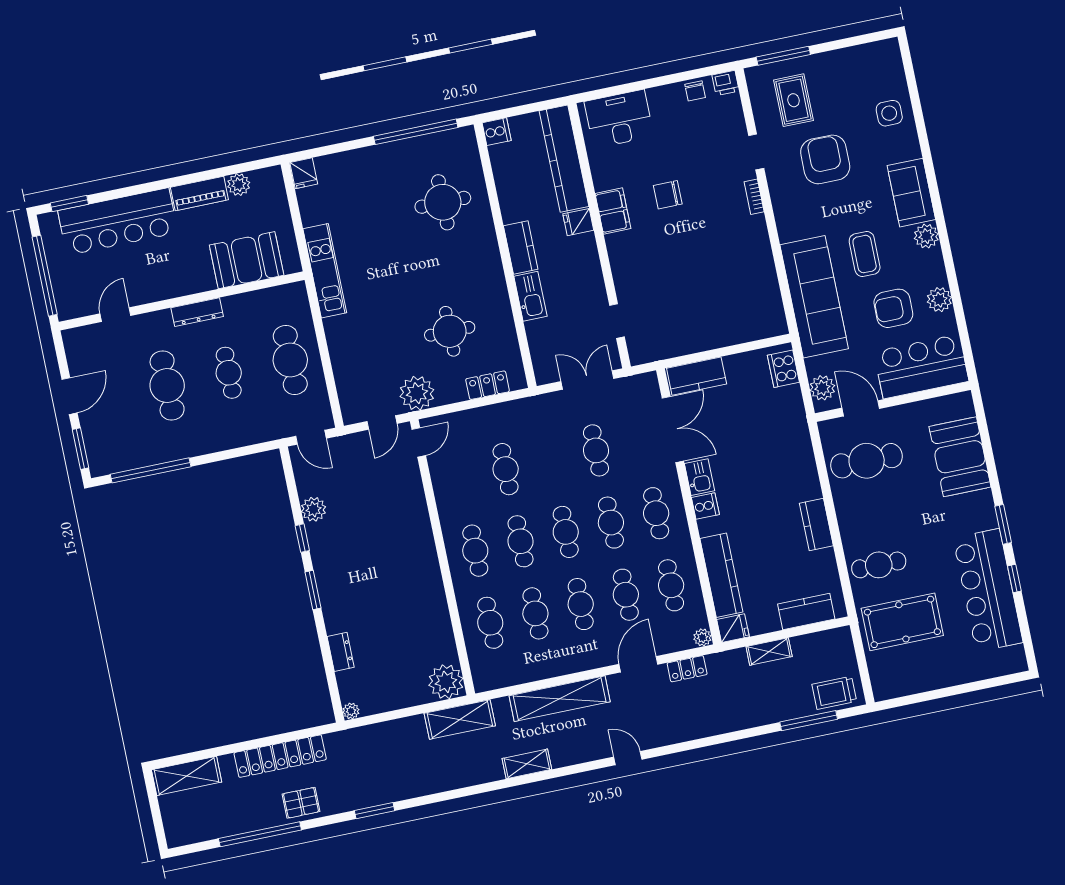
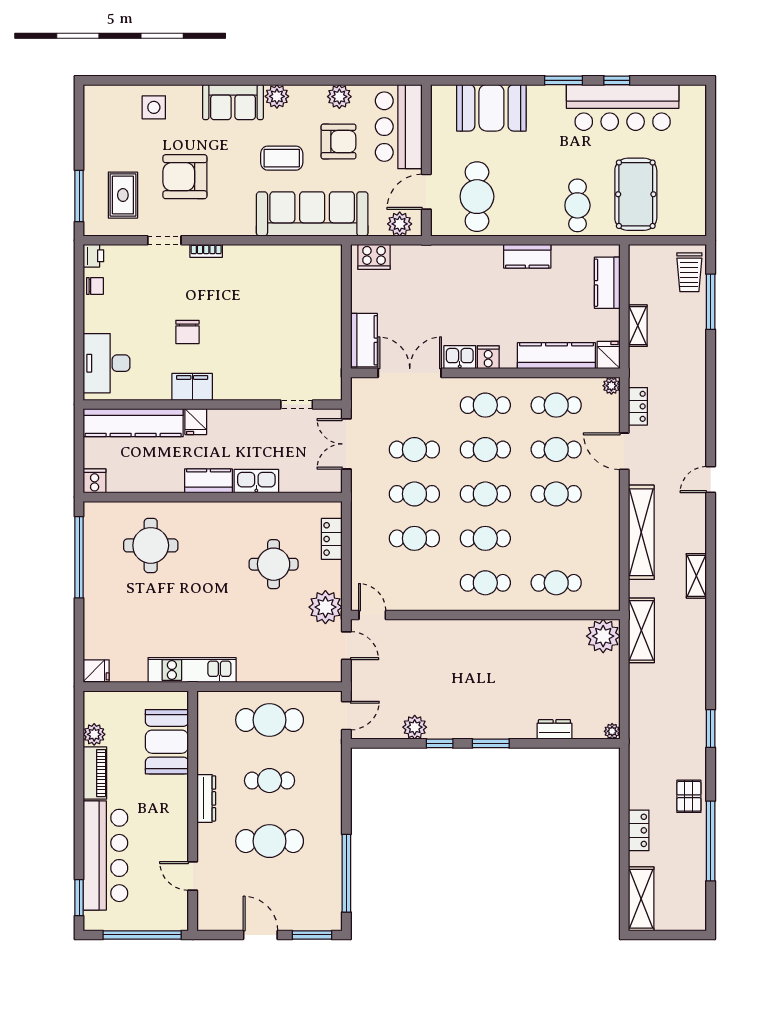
rug: (794, 100) -> (123, 195), turned 90
armchair: (893, 308) -> (339, 142), turned -90
cafe table: (535, 613) -> (414, 494), moved
locker: (280, 756) -> (639, 830), width x0.46, depth x0.83

